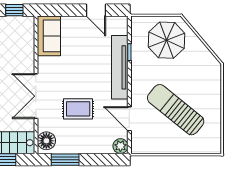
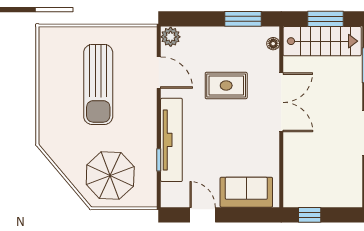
sofa: (49, 36) -> (246, 192), moved, turned 90
sun lounger: (176, 110) -> (98, 84), turned 51
floor lamp: (46, 141) -> (273, 44), width x0.53, depth x0.53

